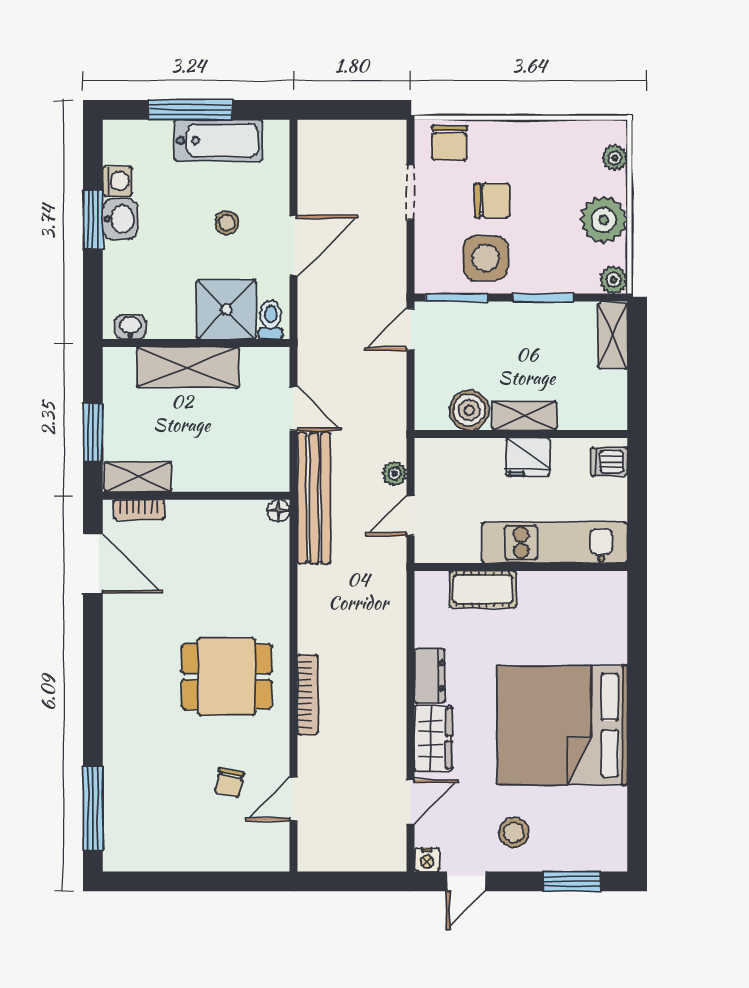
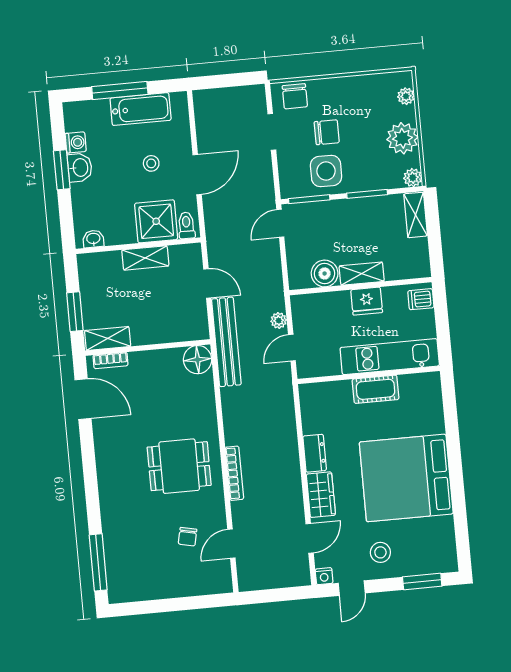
shelving: (188, 367) -> (145, 258), width x0.67, depth x0.75
floor lamp: (279, 511) -> (198, 360), width x1.89, depth x1.89
cot: (483, 589) -> (376, 389), moved

